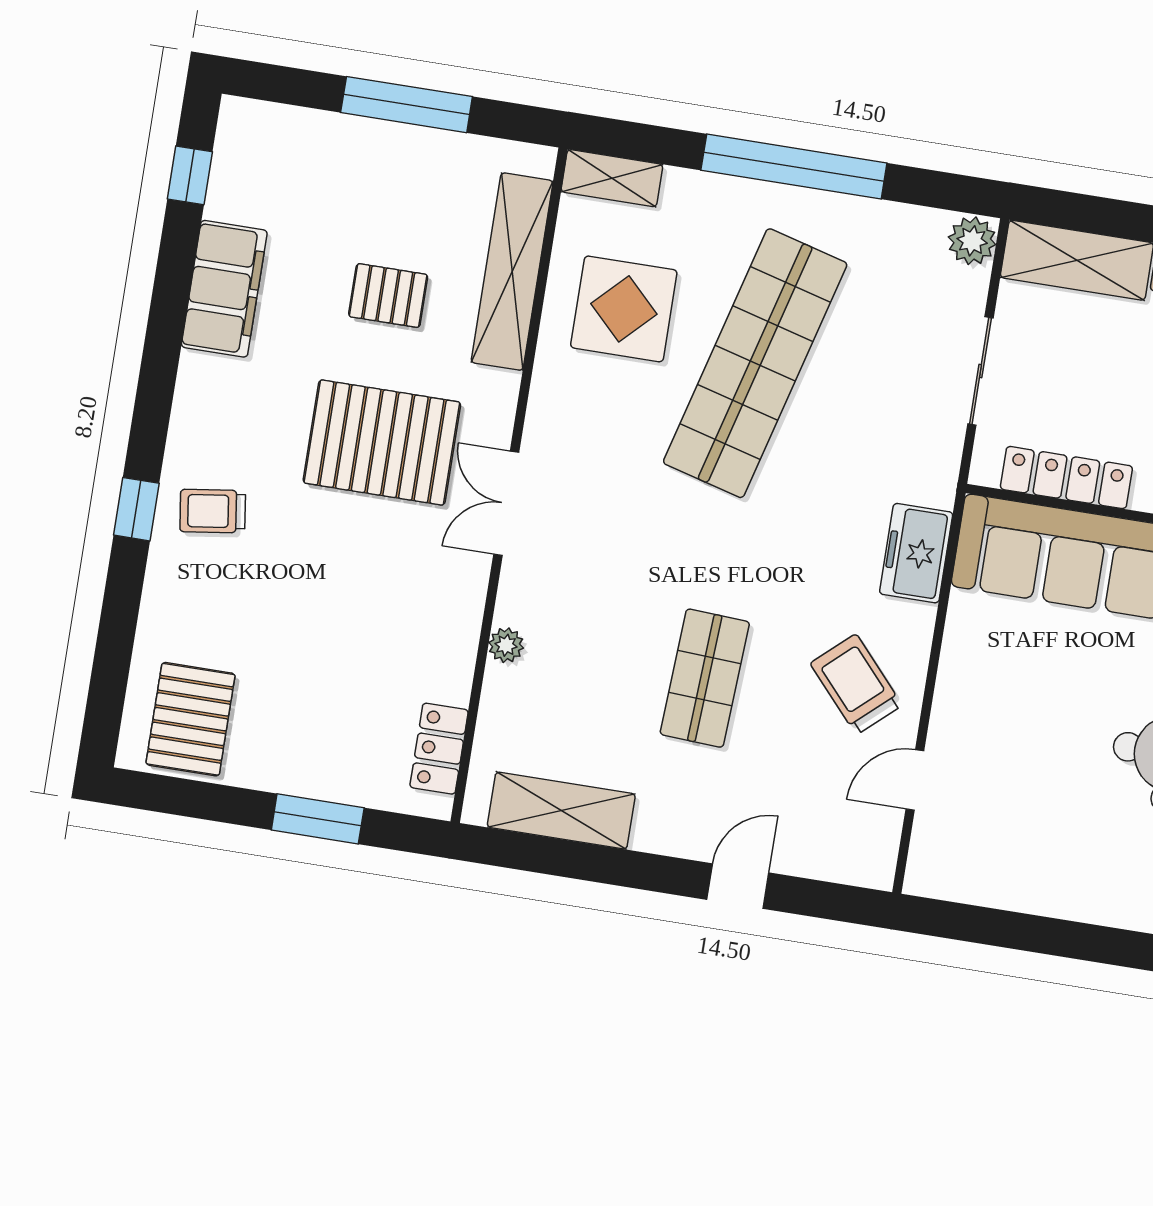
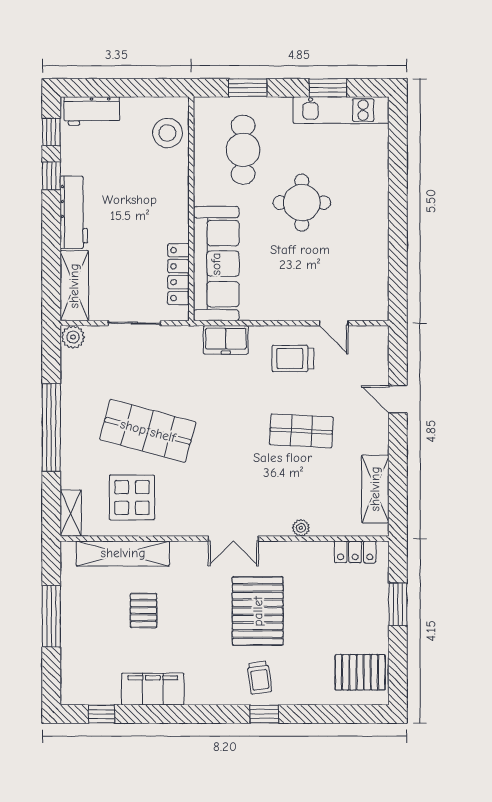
shop shelf: (755, 363) -> (148, 431), width x0.71
pallet: (382, 443) -> (258, 611), moved
trolley: (856, 684) -> (293, 358), turned 42

